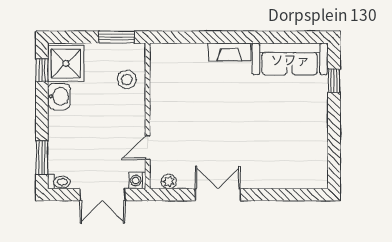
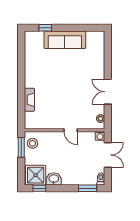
fireplace: (229, 52) -> (29, 100), moved
sofa: (290, 59) -> (65, 40), moved, turned 90
stool: (127, 79) -> (33, 143), moved
door: (148, 148) -> (71, 130), moved

